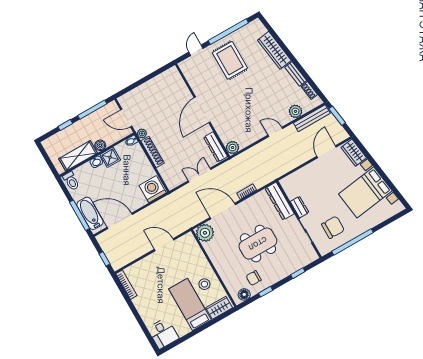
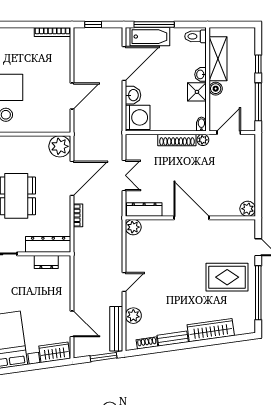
plant: (173, 74) -> (248, 209), added
washbasin: (139, 202) -> (133, 95), added
dresser: (300, 207) -> (46, 262), moved

